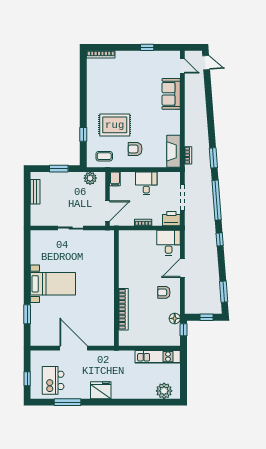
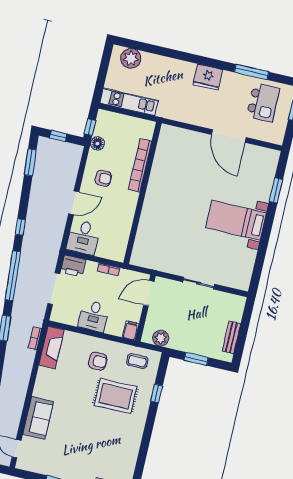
wall: (116, 288) -> (142, 193), moved
bookcase: (123, 309) -> (140, 165), moved

